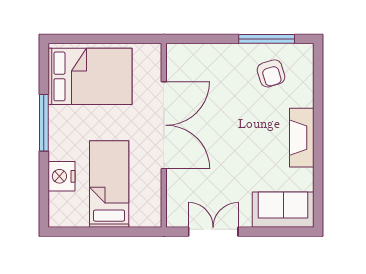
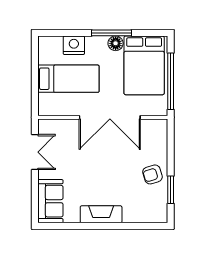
window: (113, 39) -> (171, 81), added
window: (267, 39) -> (171, 190), width x0.69
armchair: (271, 73) -> (152, 174), moved
floor lamp: (59, 117) -> (116, 43), added

